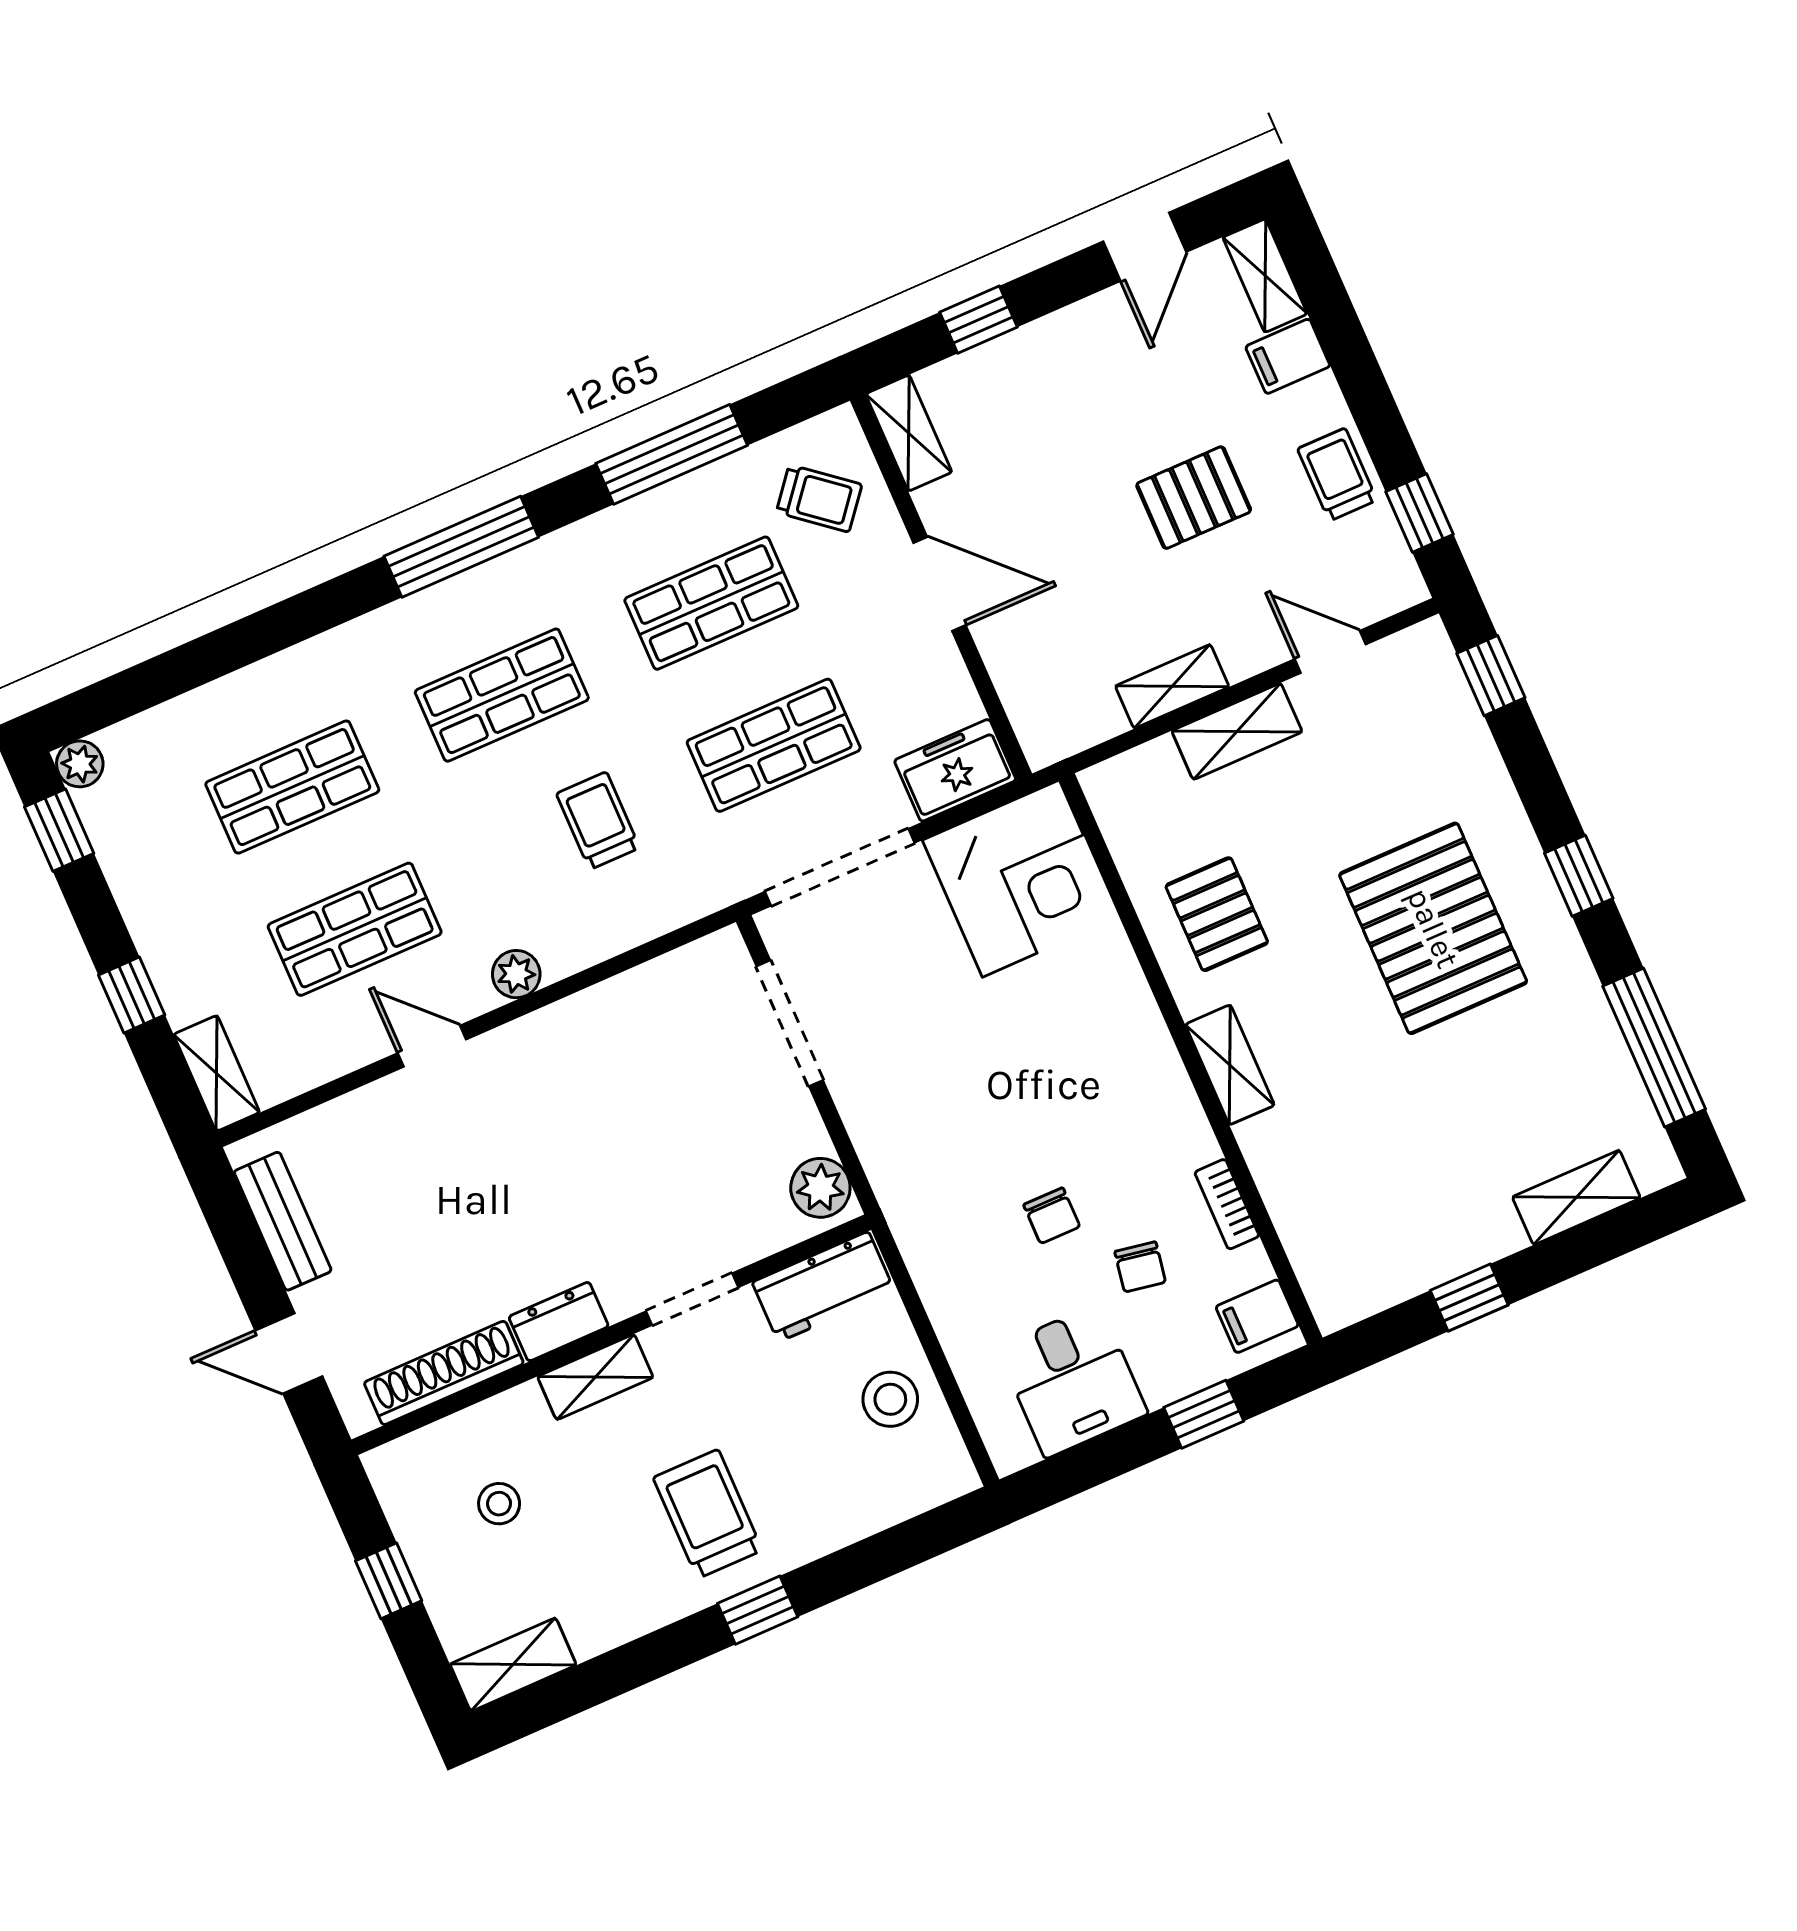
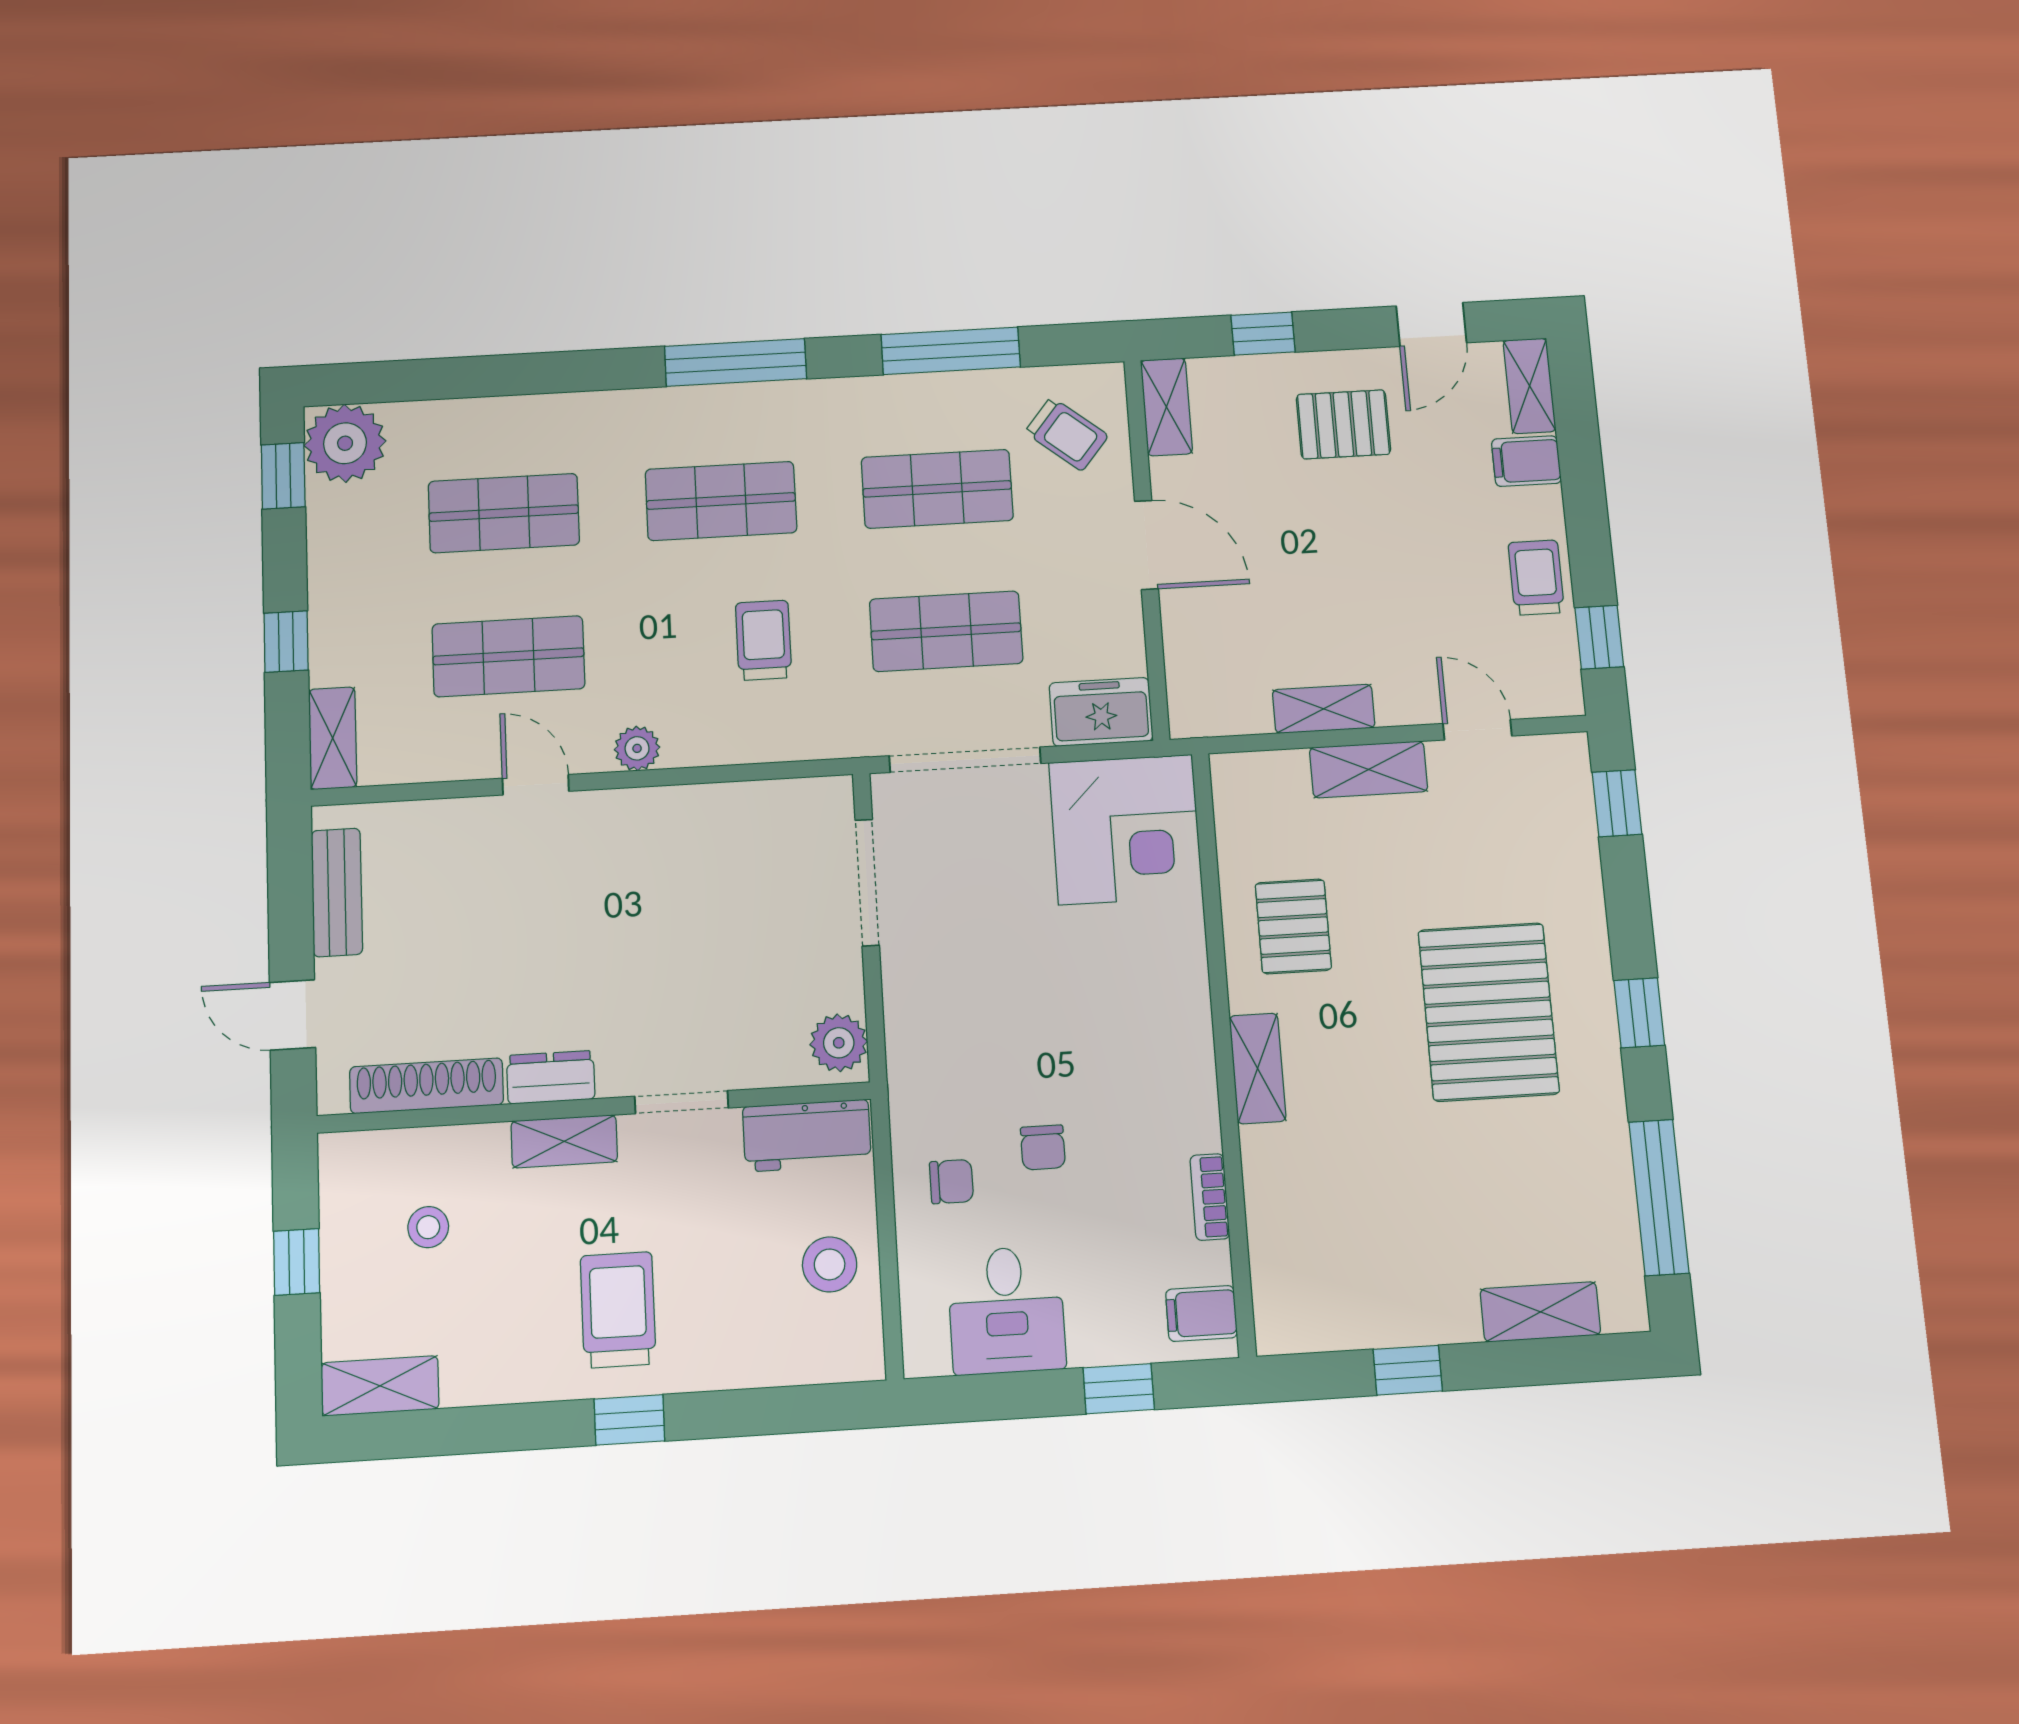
pallet: (1194, 498) -> (1343, 424), moved
plant: (80, 764) -> (345, 443), width x1.88, depth x1.88
chair: (1140, 1267) -> (951, 1182), moved, turned -100

